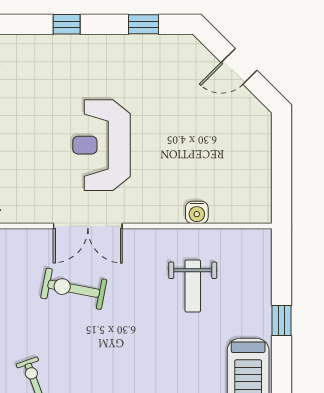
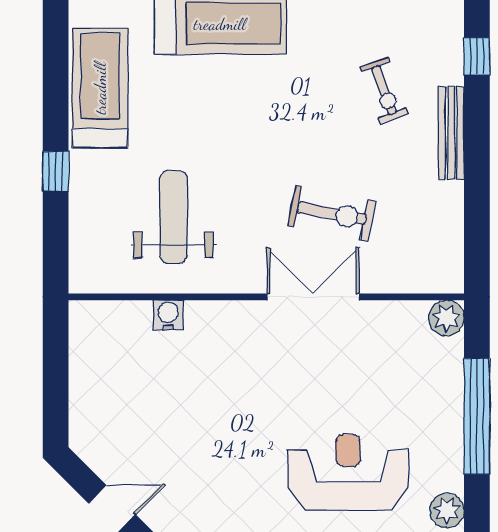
reception desk: (101, 145) -> (348, 472), moved, turned -90
weight bench: (193, 286) -> (173, 217), width x1.36, depth x1.33

